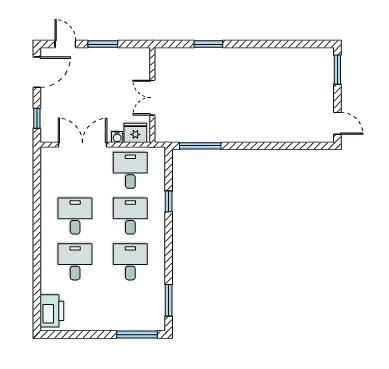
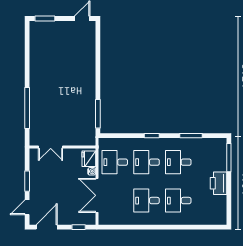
window: (208, 44) -> (27, 108), width x2.11
door: (37, 72) -> (47, 227), hinge flipped
double door: (152, 98) -> (51, 147), moved
window: (169, 201) -> (152, 136), moved
window: (169, 300) -> (191, 136), moved
printer: (52, 311) -> (218, 183), moved, turned -90

